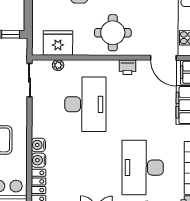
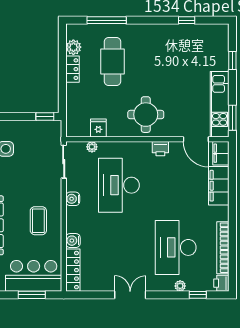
fridge: (58, 43) -> (98, 128), width x0.53, depth x0.75
desk: (85, 104) -> (119, 185), turned 180
water cooler: (38, 145) -> (73, 199), moved

